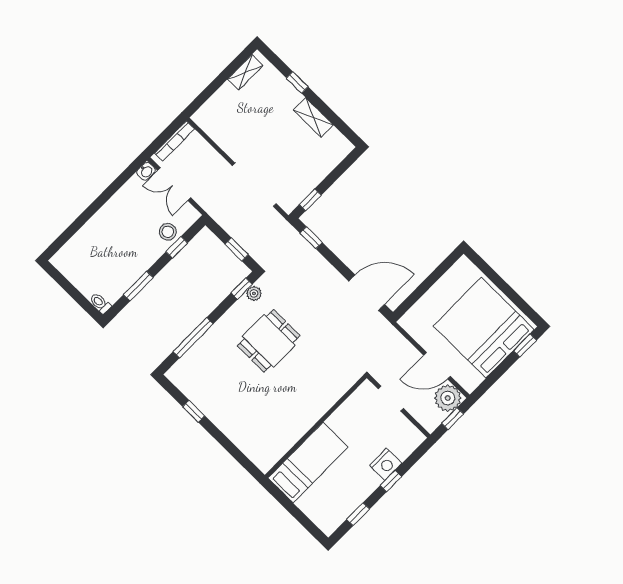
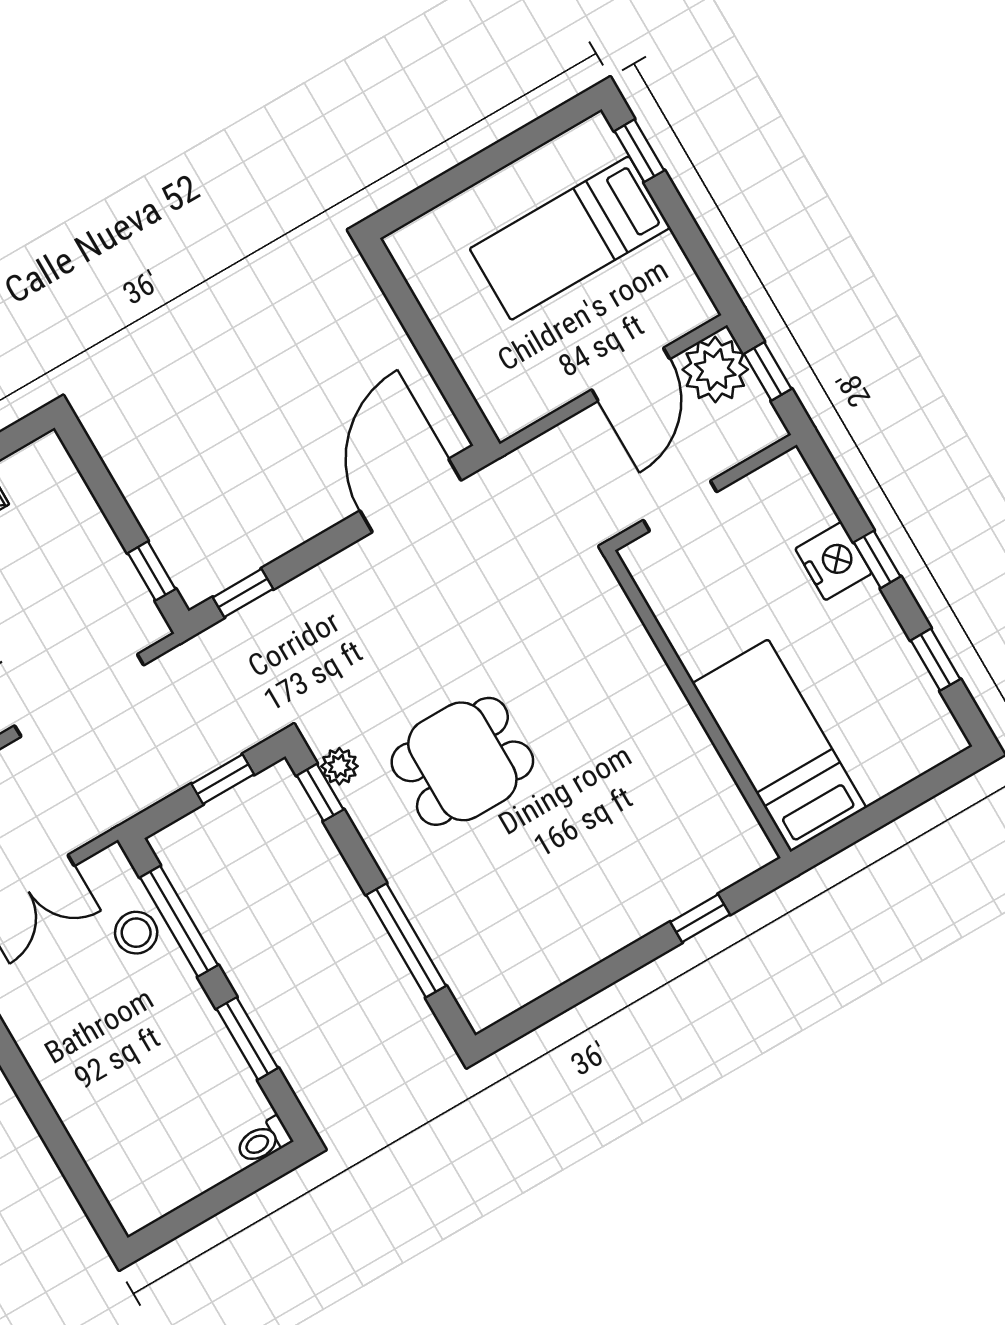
window: (177, 247) -> (179, 921), width x2.17
bed: (484, 328) -> (570, 238), width x0.49
dining table: (269, 341) -> (462, 761), turned 90
window: (194, 411) -> (700, 918), moved

